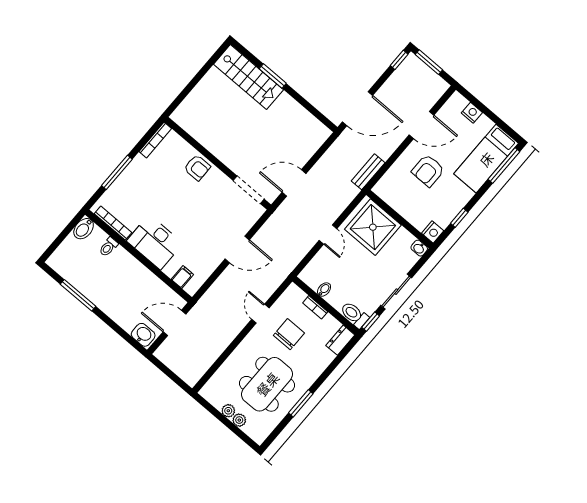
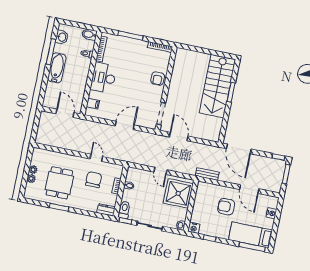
stairs: (248, 77) -> (217, 86), width x1.36, depth x1.51
door: (328, 235) -> (160, 171), hinge flipped
door: (237, 249) -> (125, 125), swing flipped
bathtub: (105, 300) -> (57, 68), added
door: (260, 314) -> (96, 158), hinge flipped
chair: (289, 334) -> (94, 180), turned -90
washbasin: (143, 335) -> (62, 37), moved
dining table: (267, 384) -> (59, 183), width x0.73

